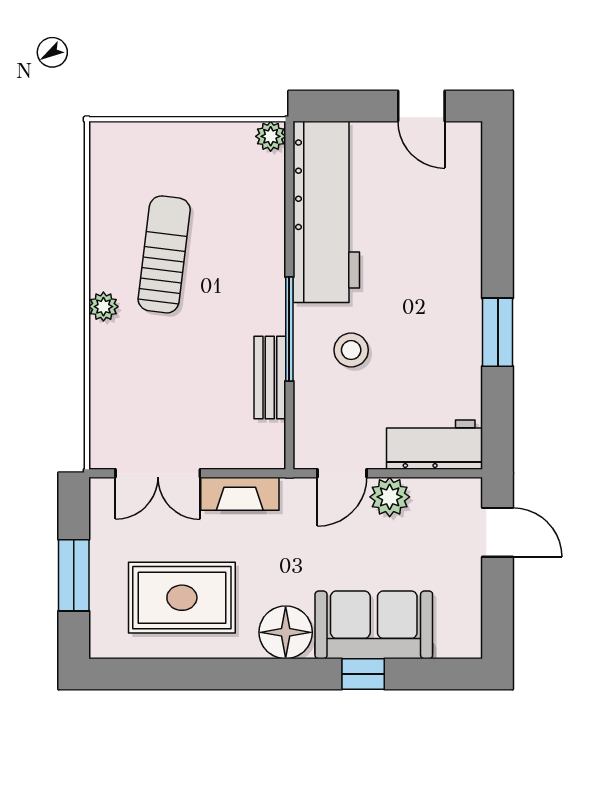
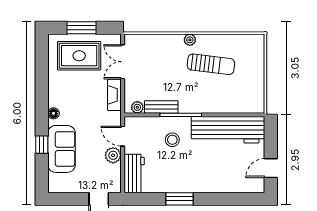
plant: (271, 136) -> (137, 107), moved
rug: (182, 598) -> (79, 56), moved, turned 90
floor lamp: (286, 632) -> (53, 113), width x0.53, depth x0.53

